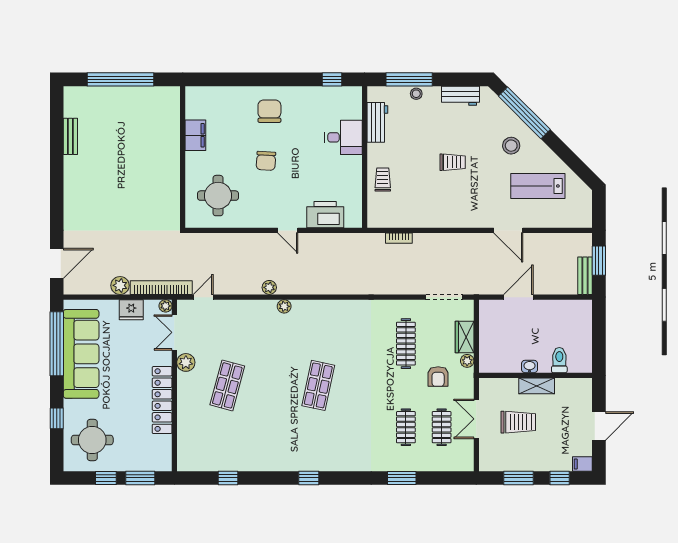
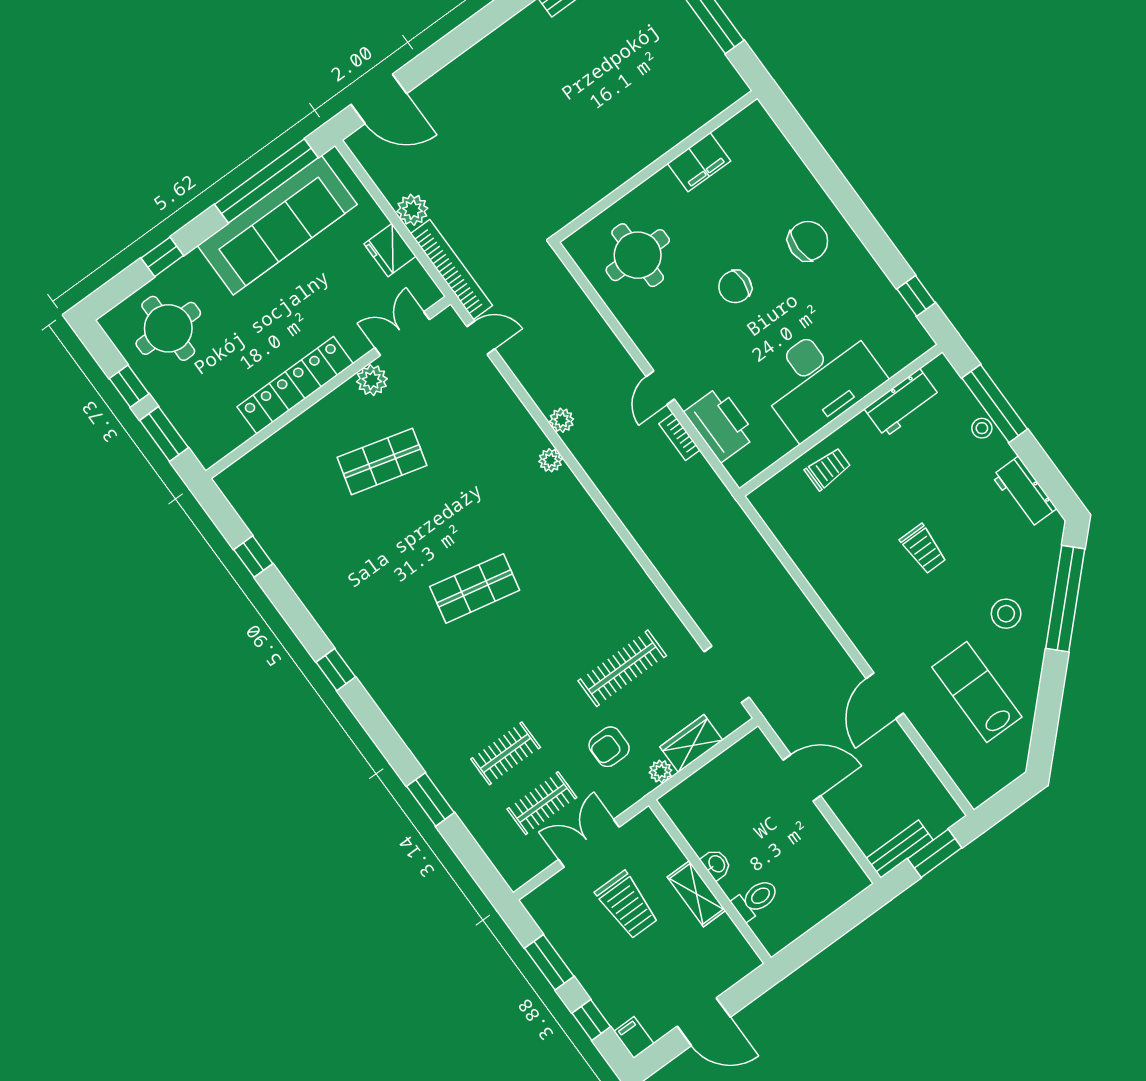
desk: (343, 137) -> (820, 379), width x1.87, depth x1.30
bookcase: (399, 238) -> (679, 437), moved
plant: (166, 306) -> (430, 294), removed

